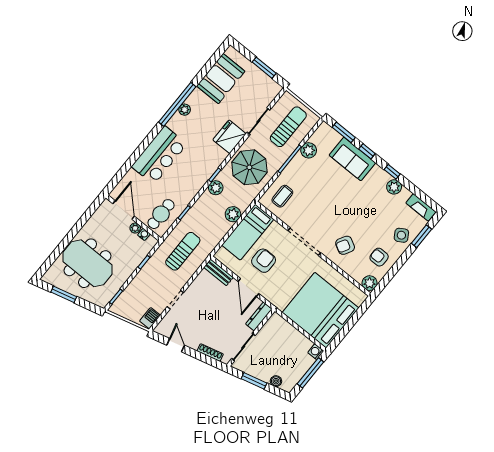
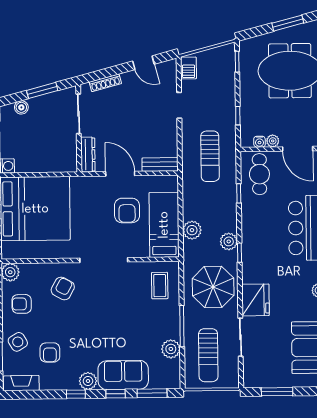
plant: (394, 187) -> (88, 381), moved
armchair: (387, 212) -> (50, 352), added
armchair: (379, 257) -> (22, 304), turned 180

